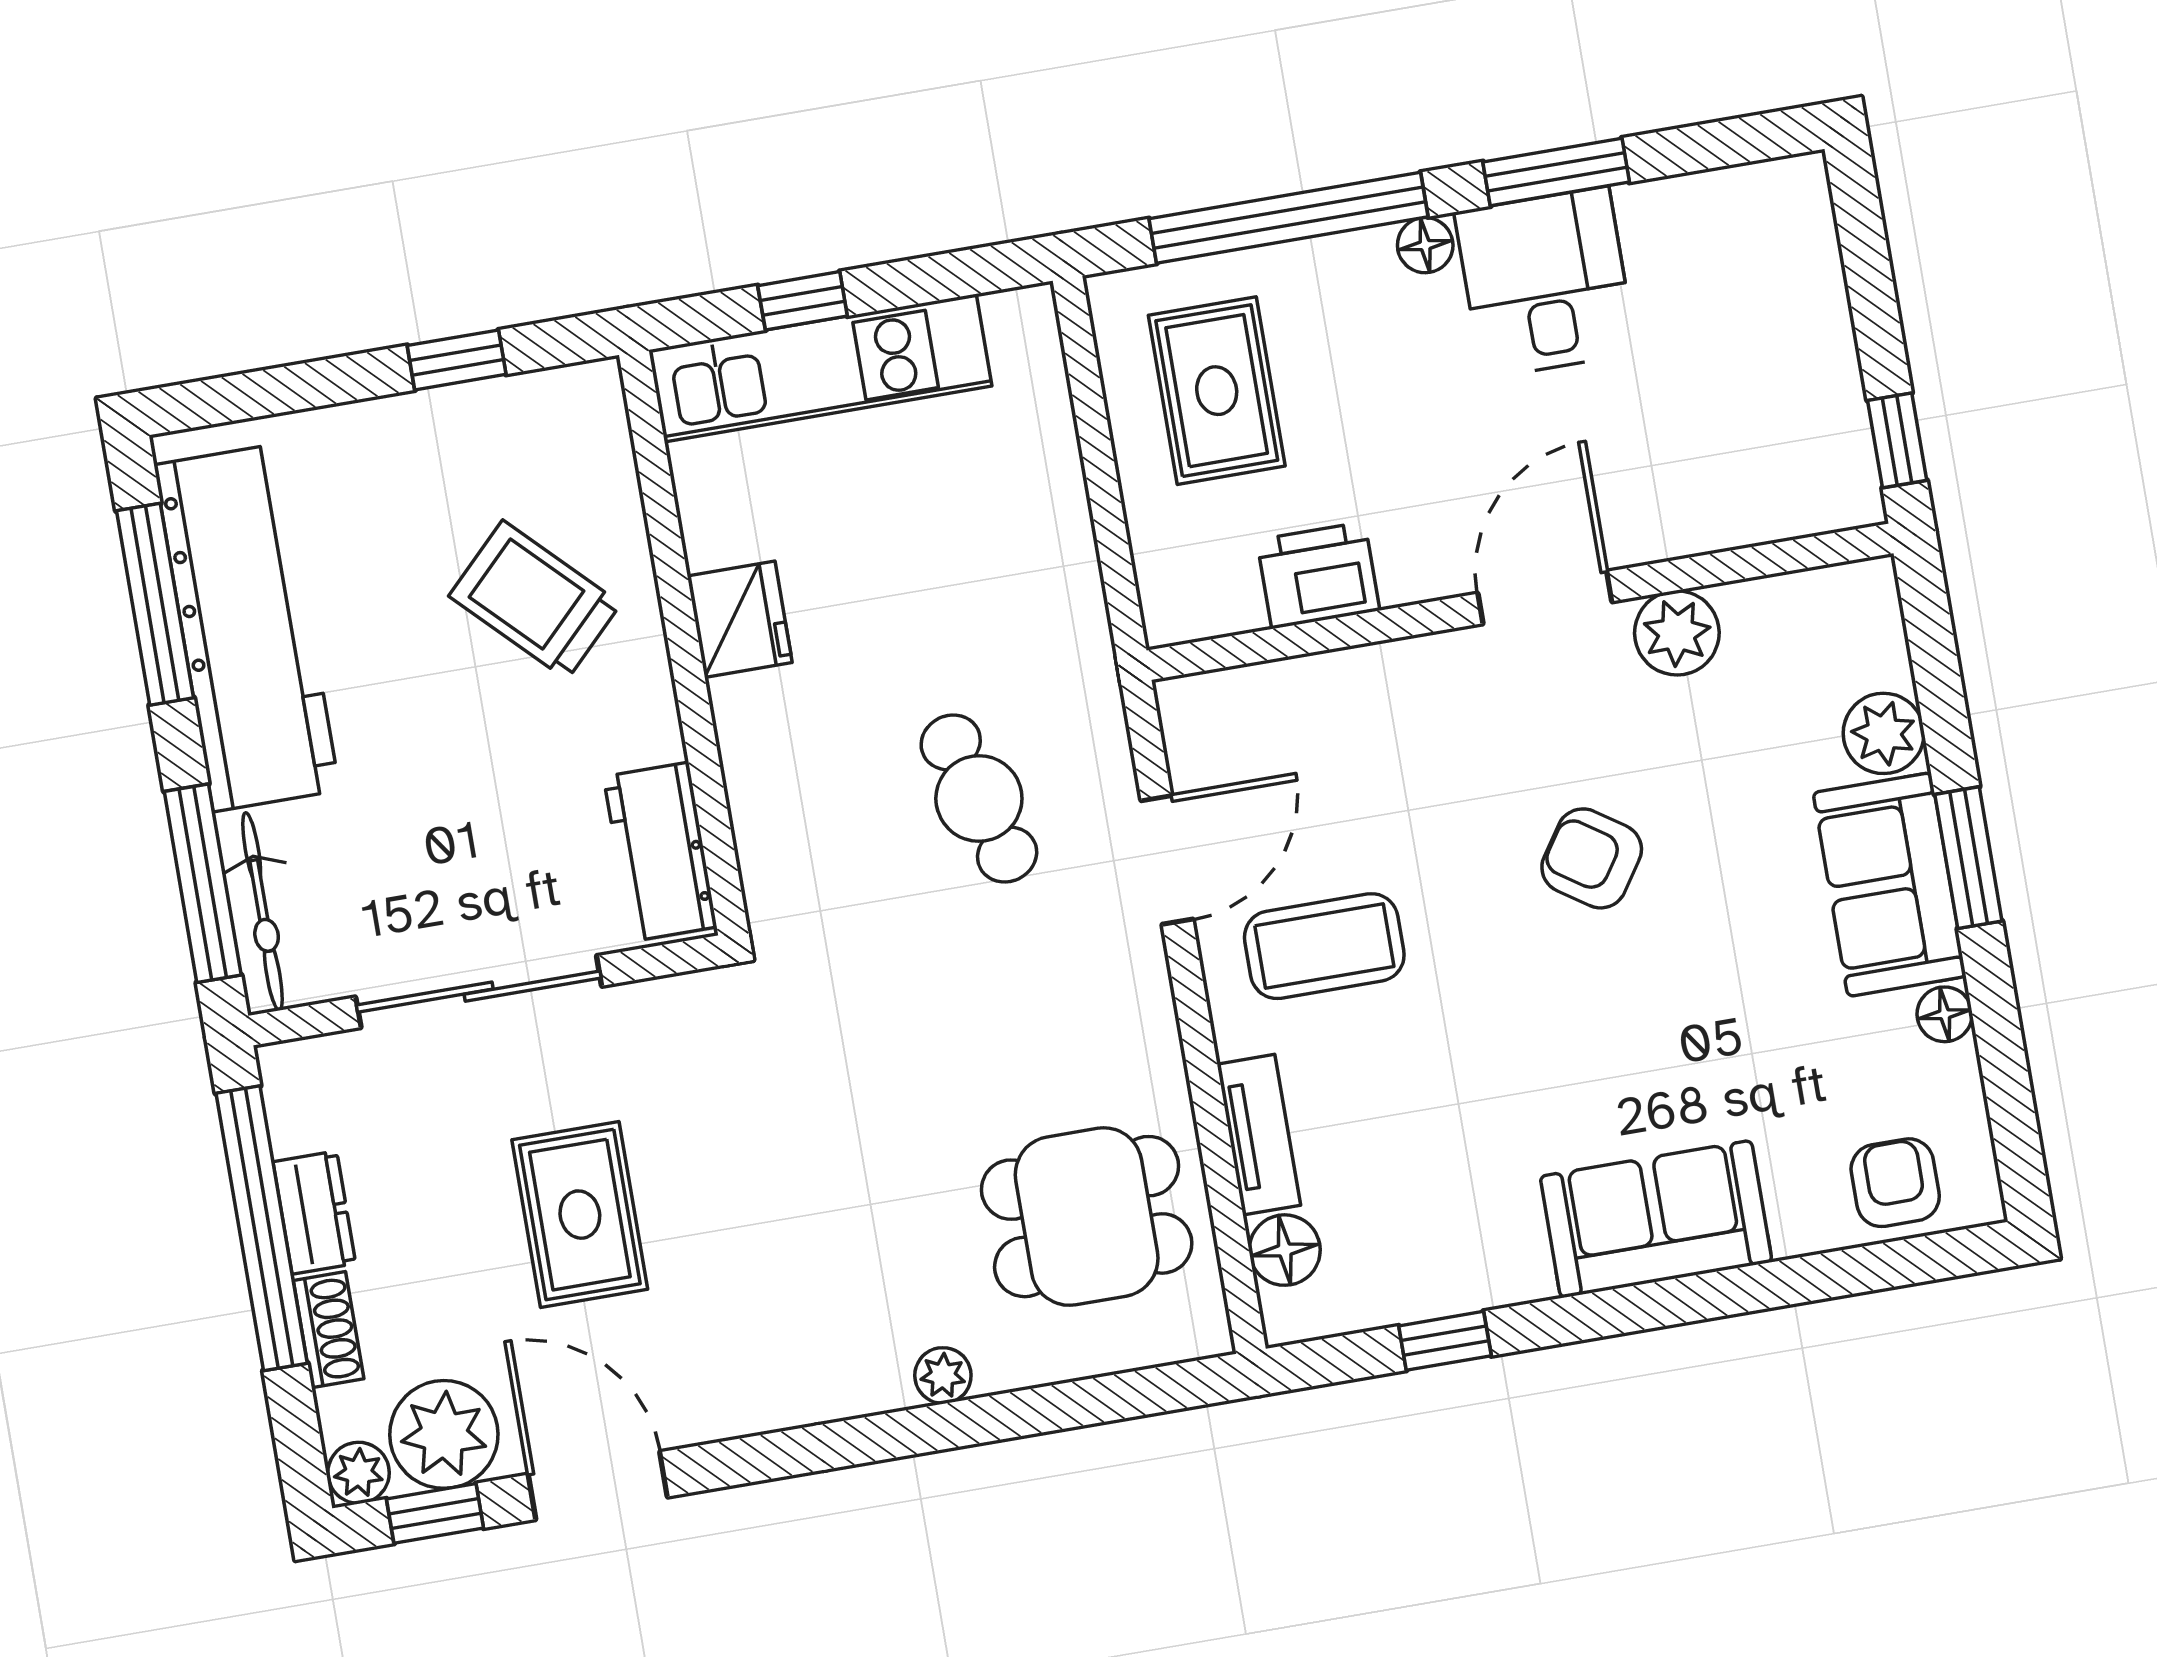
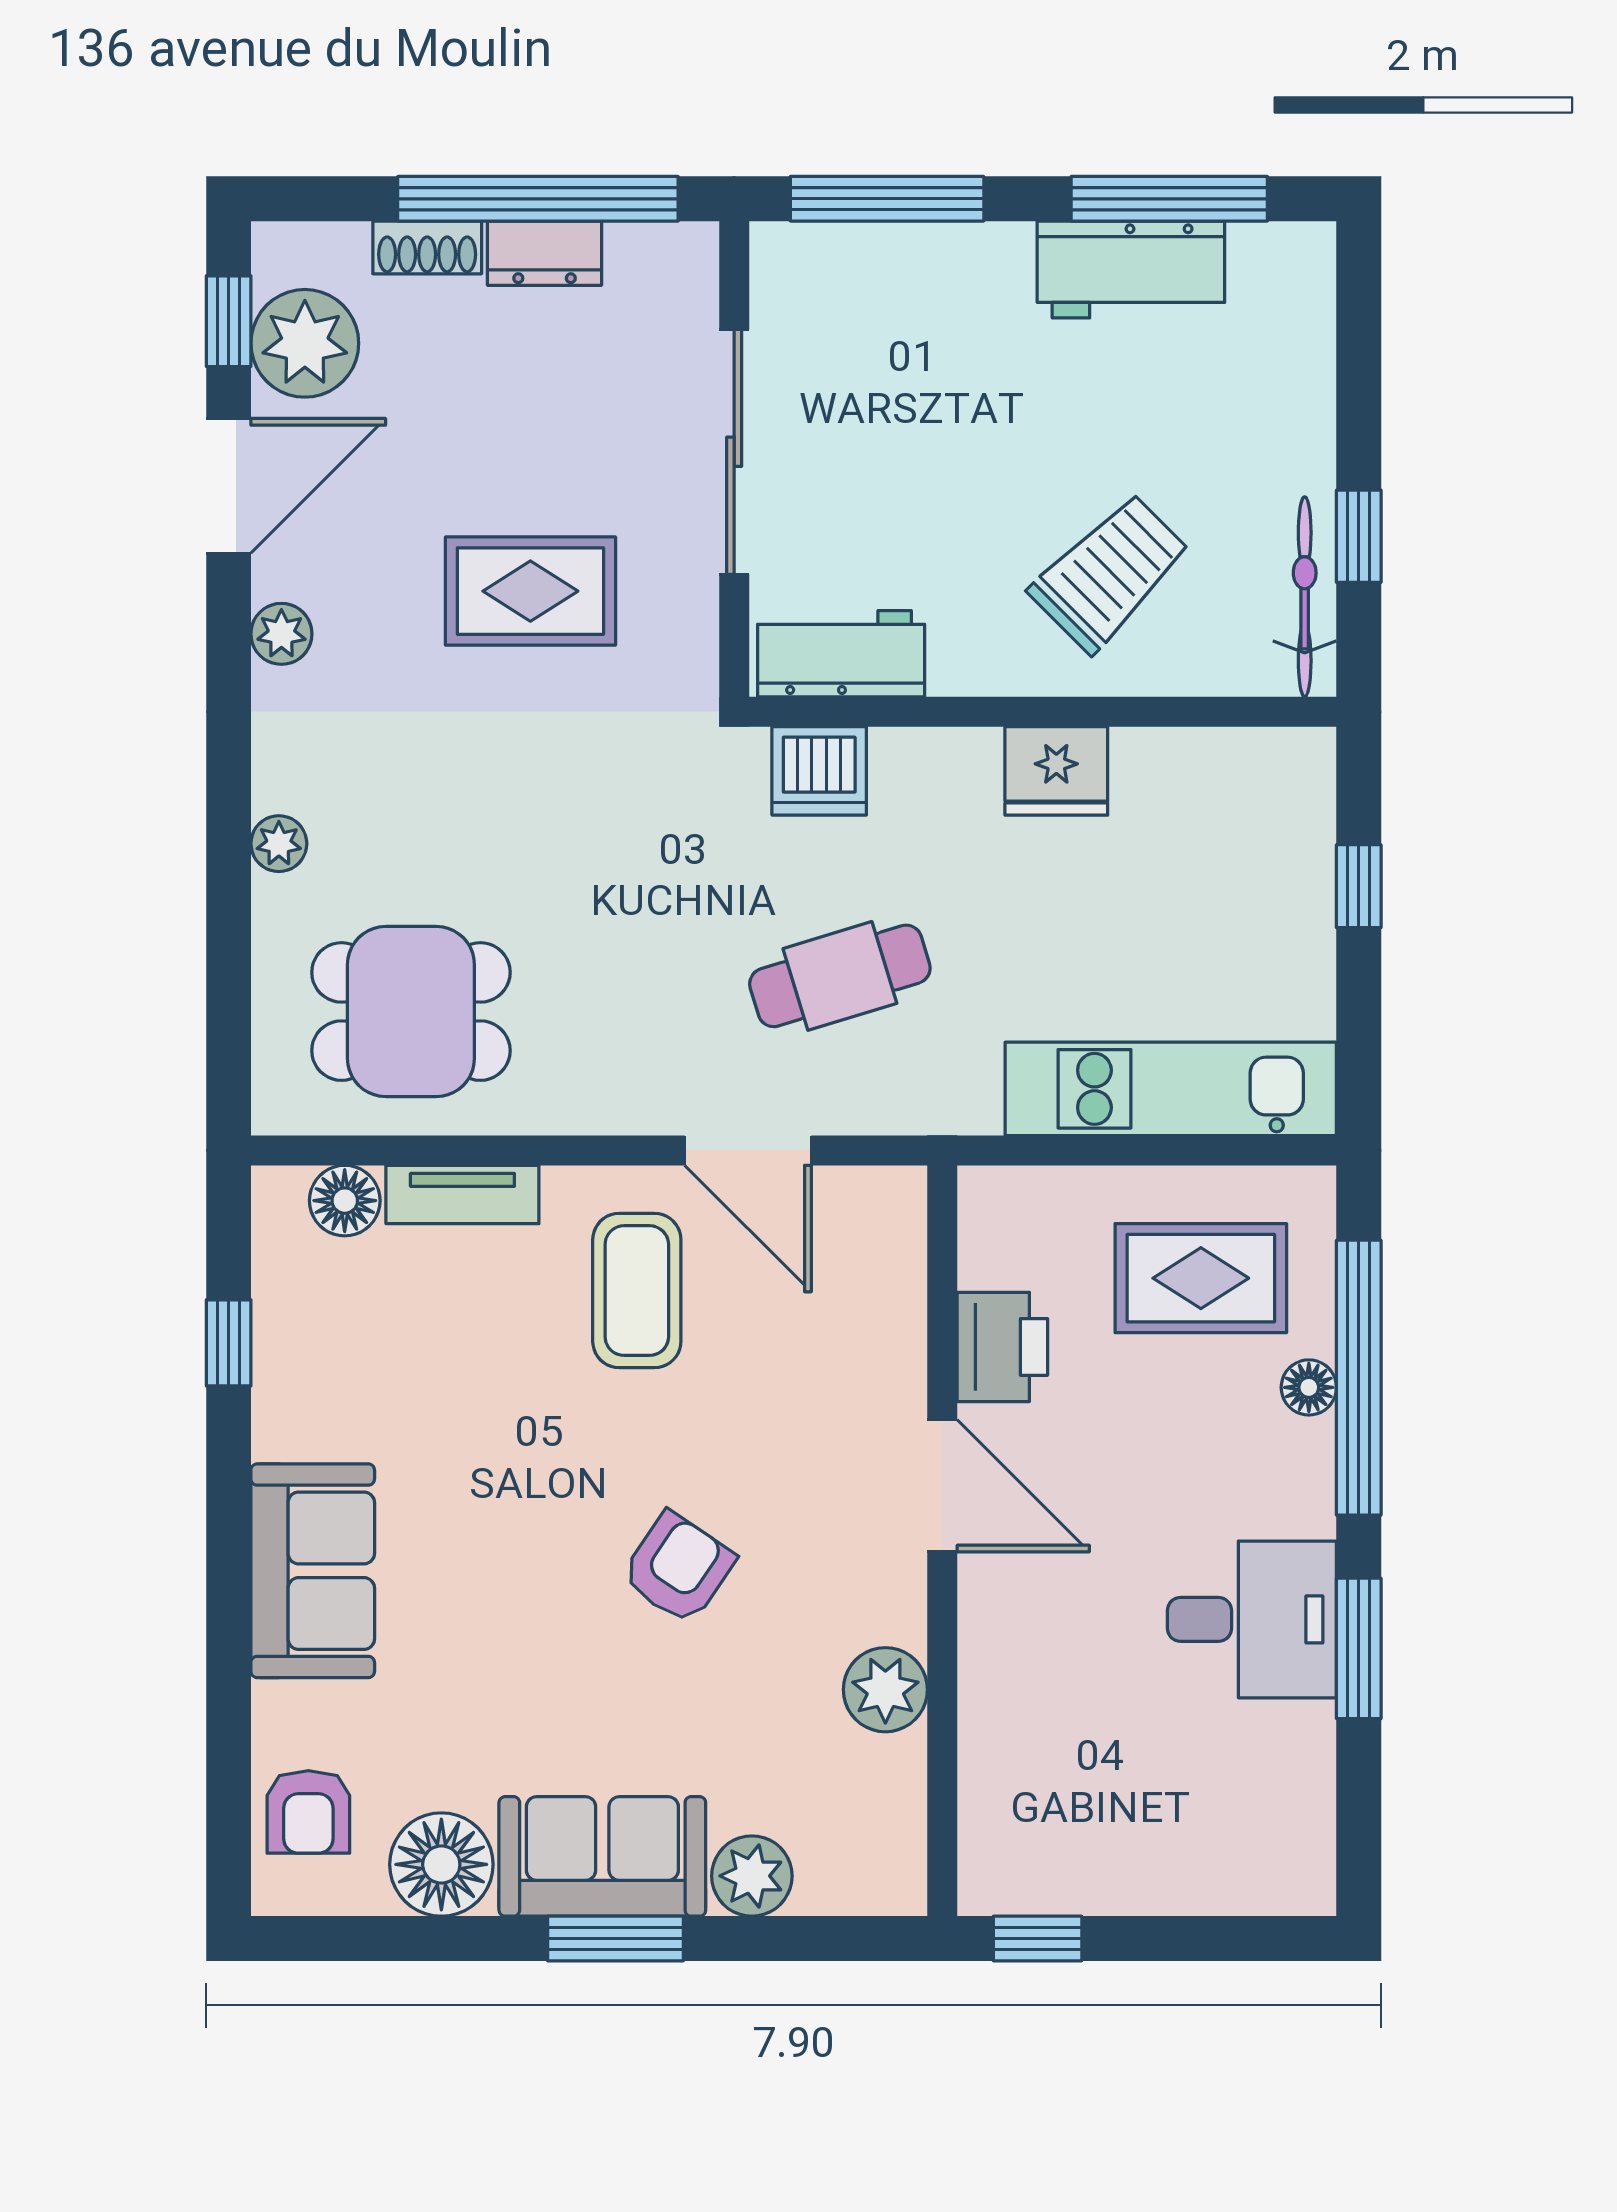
floor lamp: (1425, 245) -> (1309, 1387), moved
kitchen unit: (820, 368) -> (1171, 1089), moved, turned 90
door: (1545, 598) -> (942, 1486), moved
workbench: (247, 628) -> (1131, 269), width x0.53, depth x0.76
dishwasher: (780, 854) -> (819, 771), added
bicycle: (262, 912) -> (1305, 597), moved, turned 90
floor lamp: (1945, 1014) -> (441, 1864), width x1.89, depth x1.89
armchair: (1895, 1183) -> (308, 1812), turned 90
rug: (580, 1215) -> (530, 591), moved
dining table: (1087, 1217) -> (411, 1012), turned 90
plant: (359, 1473) -> (281, 634), moved

